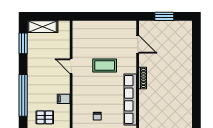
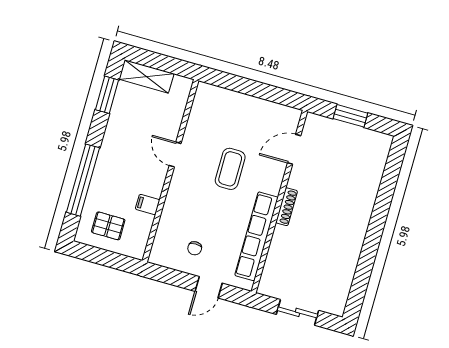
door: (138, 44) -> (294, 149), swing flipped
coffee table: (105, 66) -> (230, 169), turned 90

